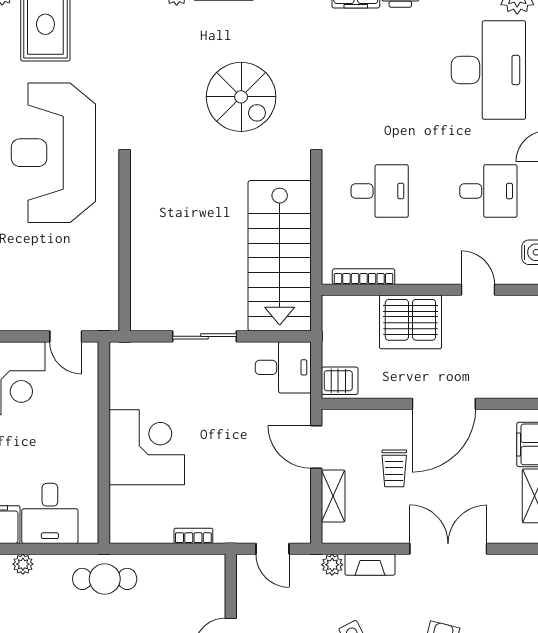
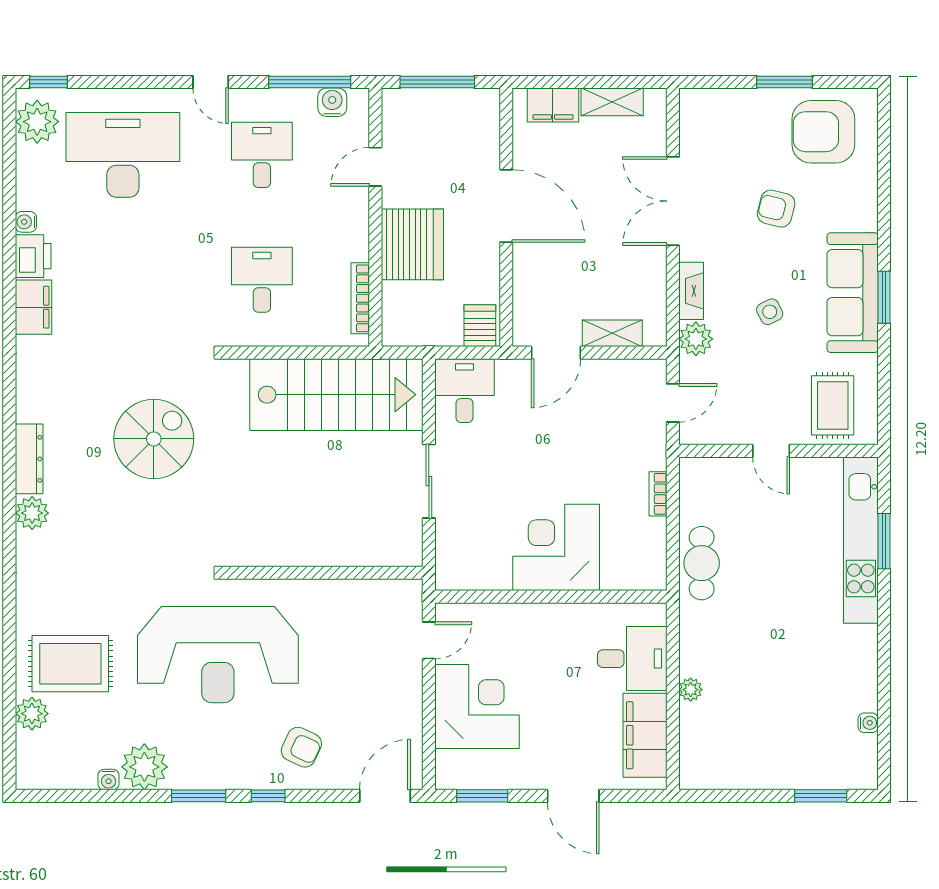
trolley: (394, 468) -> (580, 263), removed
plant: (332, 565) -> (696, 339), width x1.38, depth x1.38
cafe table: (105, 579) -> (702, 563), moved

